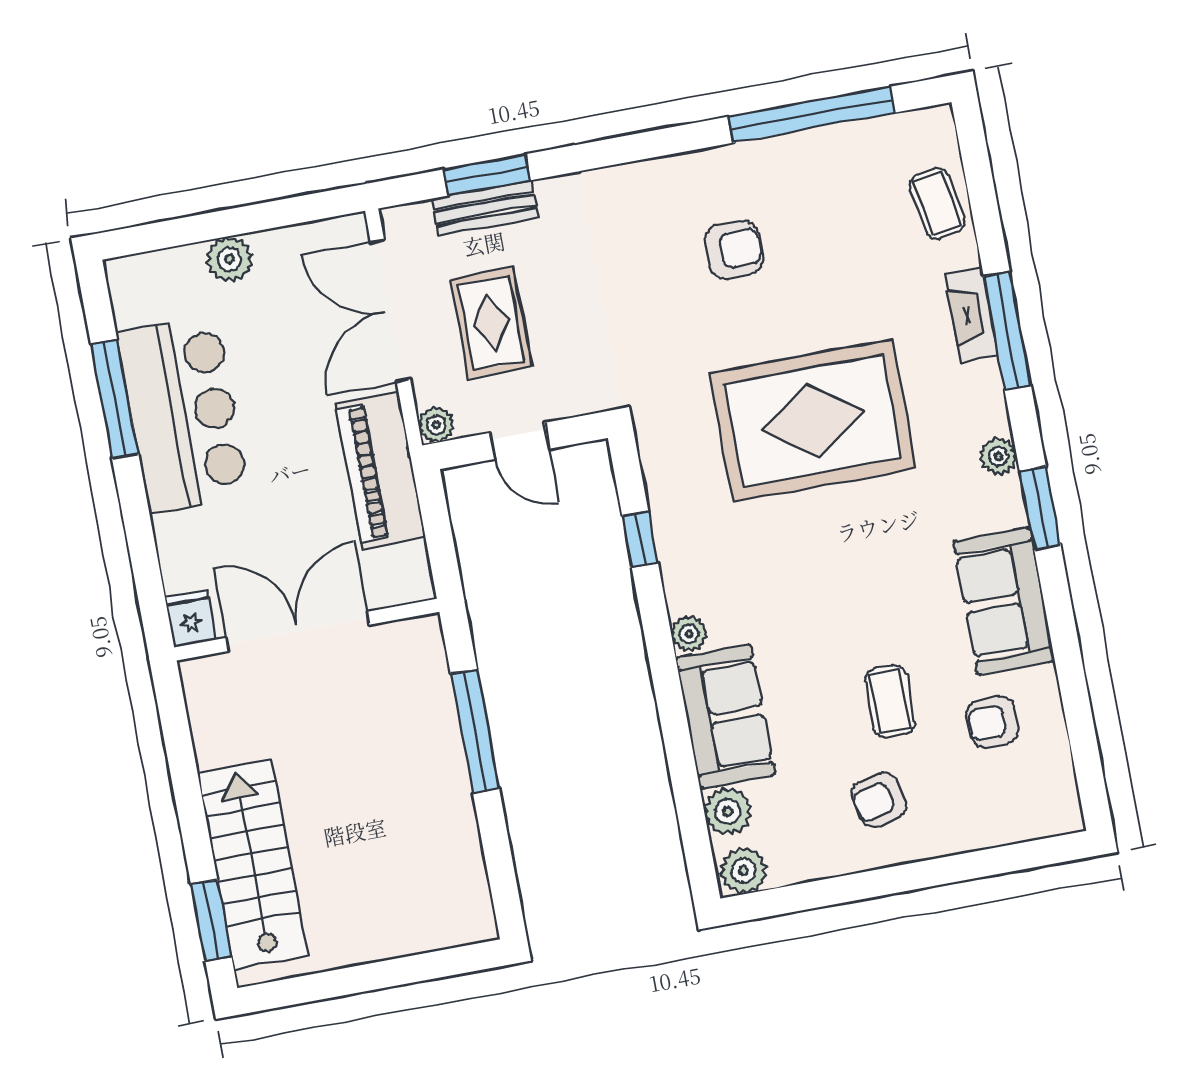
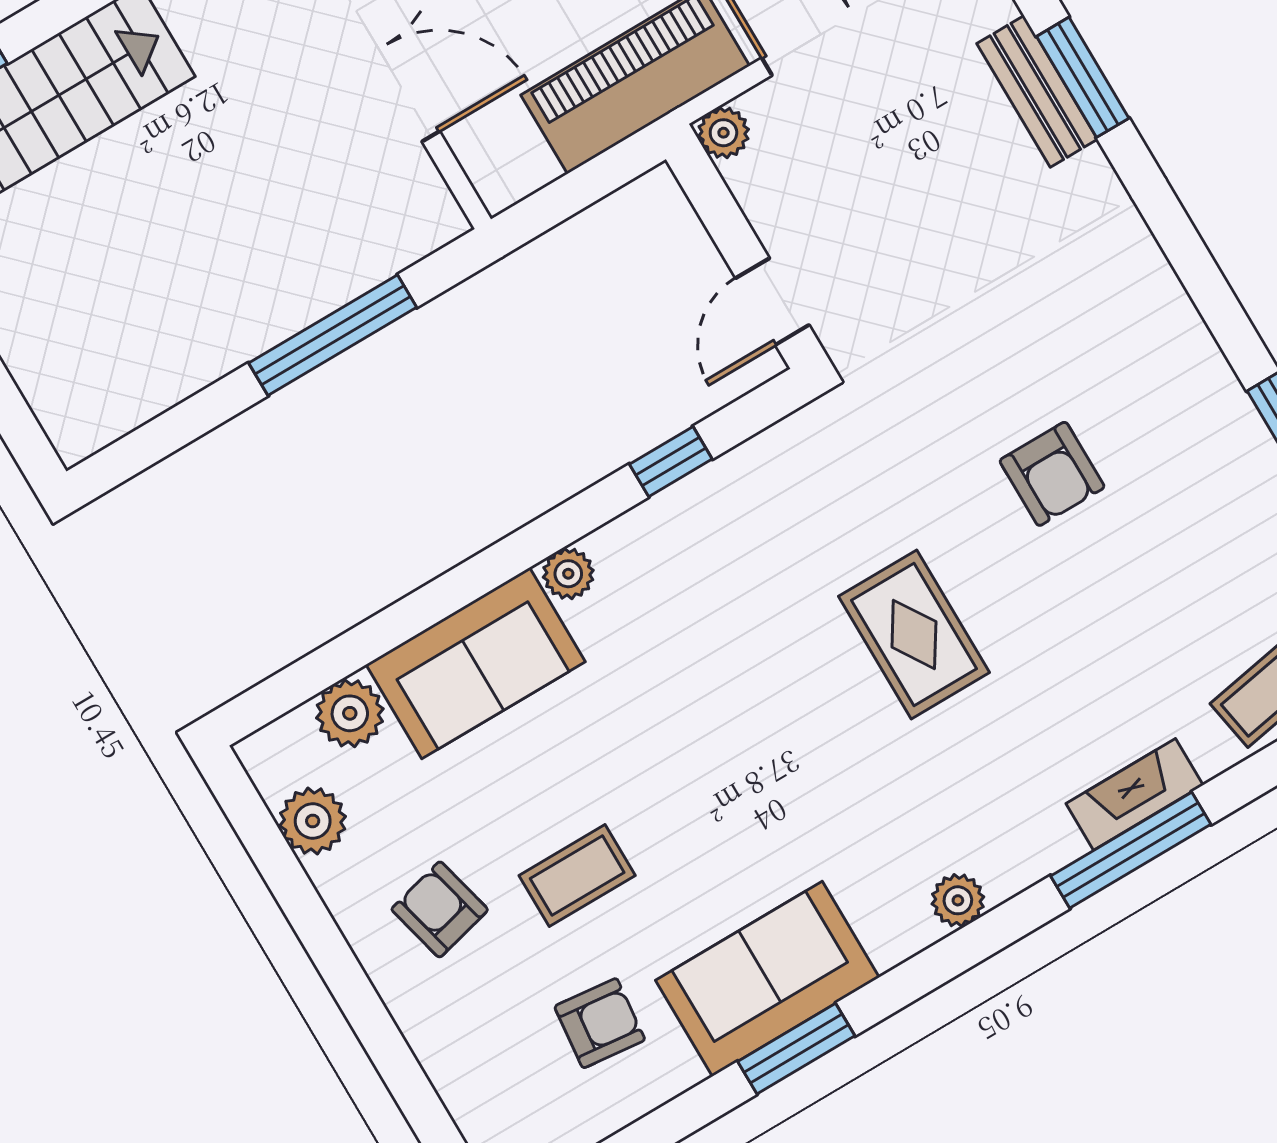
armchair: (734, 250) -> (1052, 474), moved
rug: (491, 323) -> (887, 156), removed
rug: (813, 421) -> (914, 634), width x0.54, depth x0.49
door: (520, 441) -> (772, 302), moved
window: (1040, 508) -> (796, 1049), moved
armchair: (992, 722) -> (600, 1023), turned 96
plant: (743, 871) -> (313, 821), moved

